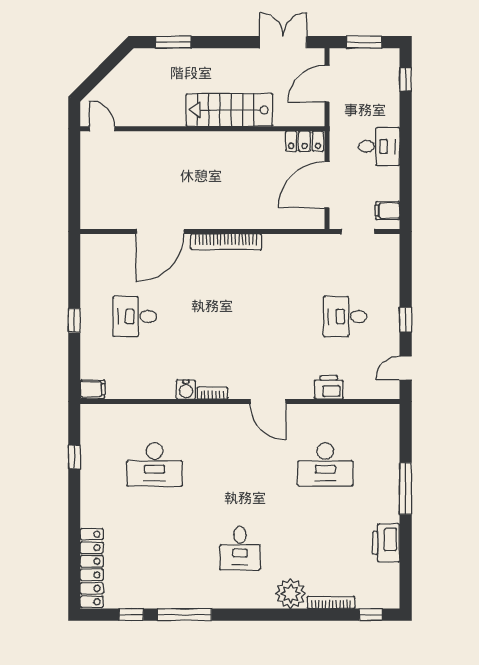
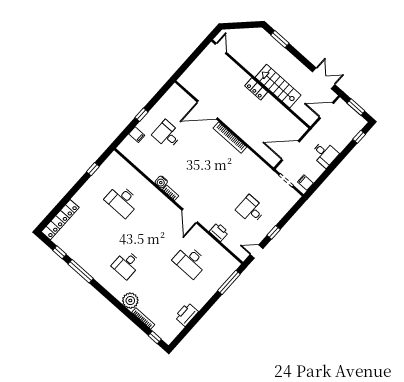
locker: (304, 141) -> (256, 89), moved
filing cabinet: (92, 389) -> (137, 135), moved
window: (406, 489) -> (229, 282), moved

